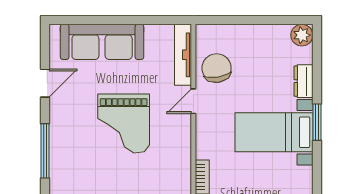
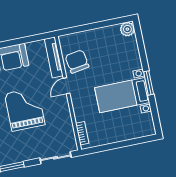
dresser: (303, 81) -> (134, 58), removed
grand piano: (124, 123) -> (25, 109), turned 180

